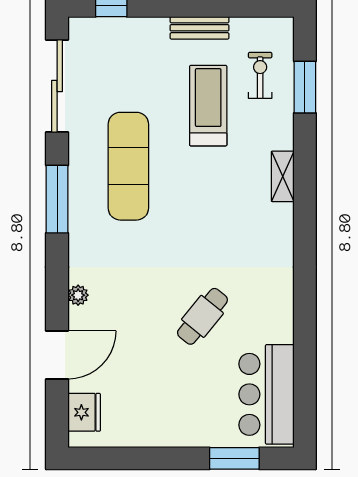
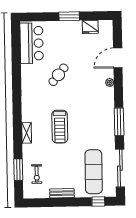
treadmill: (208, 106) -> (60, 127), moved
exercise mat: (128, 166) -> (94, 172), moved
fridge: (84, 412) -> (90, 27), moved, turned -90
window: (234, 458) -> (69, 16), moved

